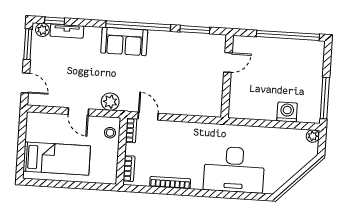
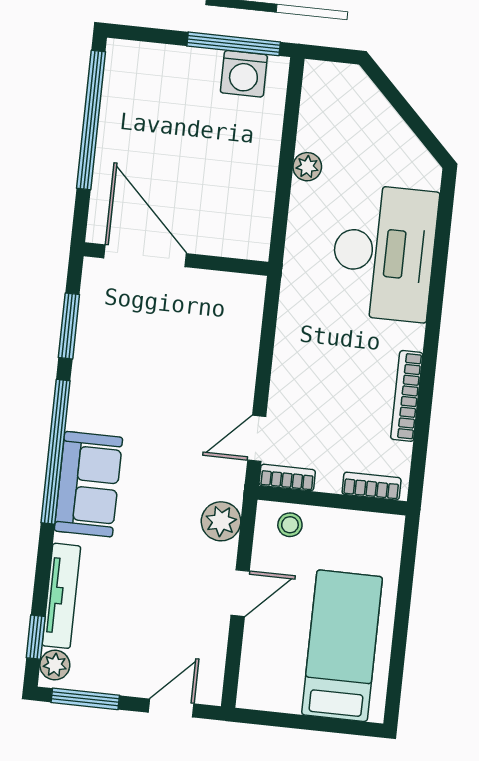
tv unit: (67, 31) -> (61, 596), width x1.41
door: (228, 62) -> (145, 256), width x1.87
washing machine: (287, 112) -> (244, 74), moved, turned -90
plant: (313, 136) -> (307, 167), moved

